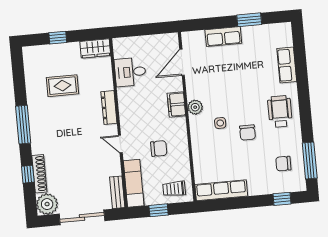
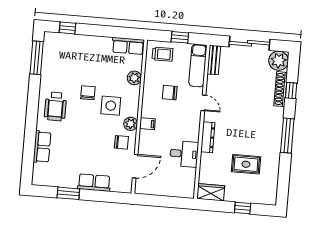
desk: (130, 72) -> (184, 154), moved
filing cabinet: (176, 105) -> (147, 124), width x0.50
side table: (220, 123) -> (111, 106), width x1.87, depth x1.87
plant: (200, 158) -> (134, 78), added
chair: (283, 164) -> (121, 142), moved
row of seats: (221, 190) -> (128, 46), width x0.68

